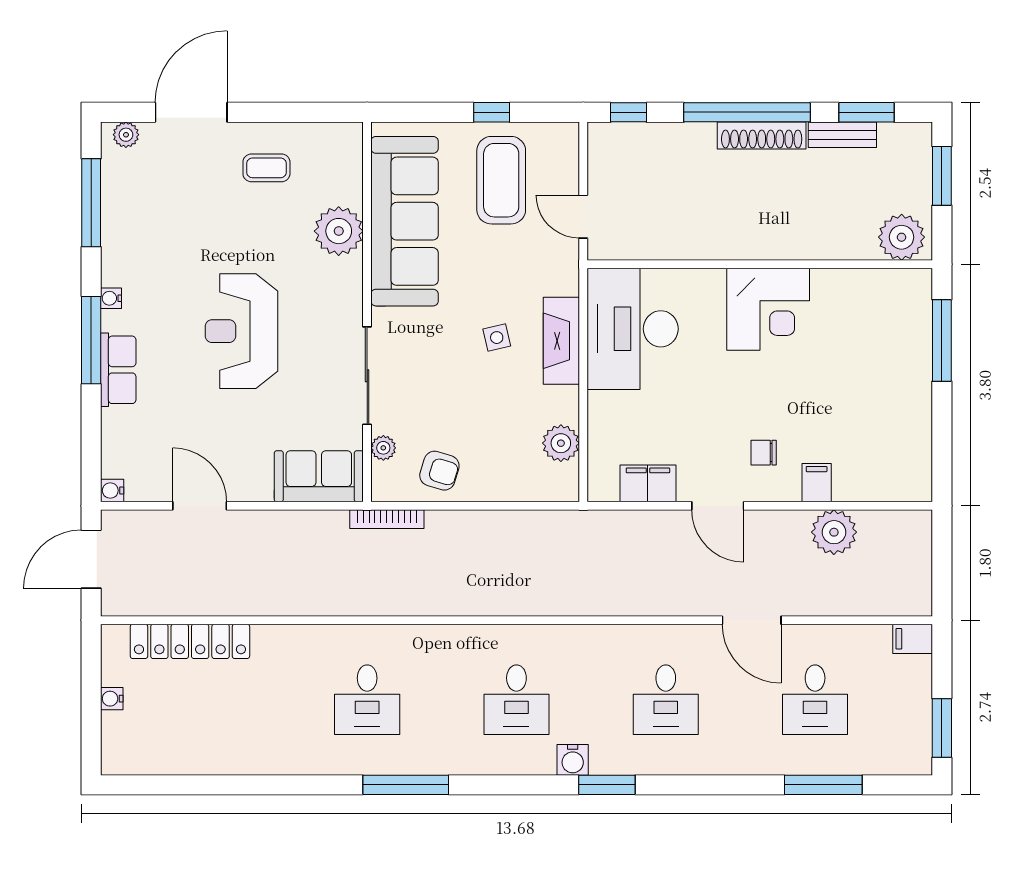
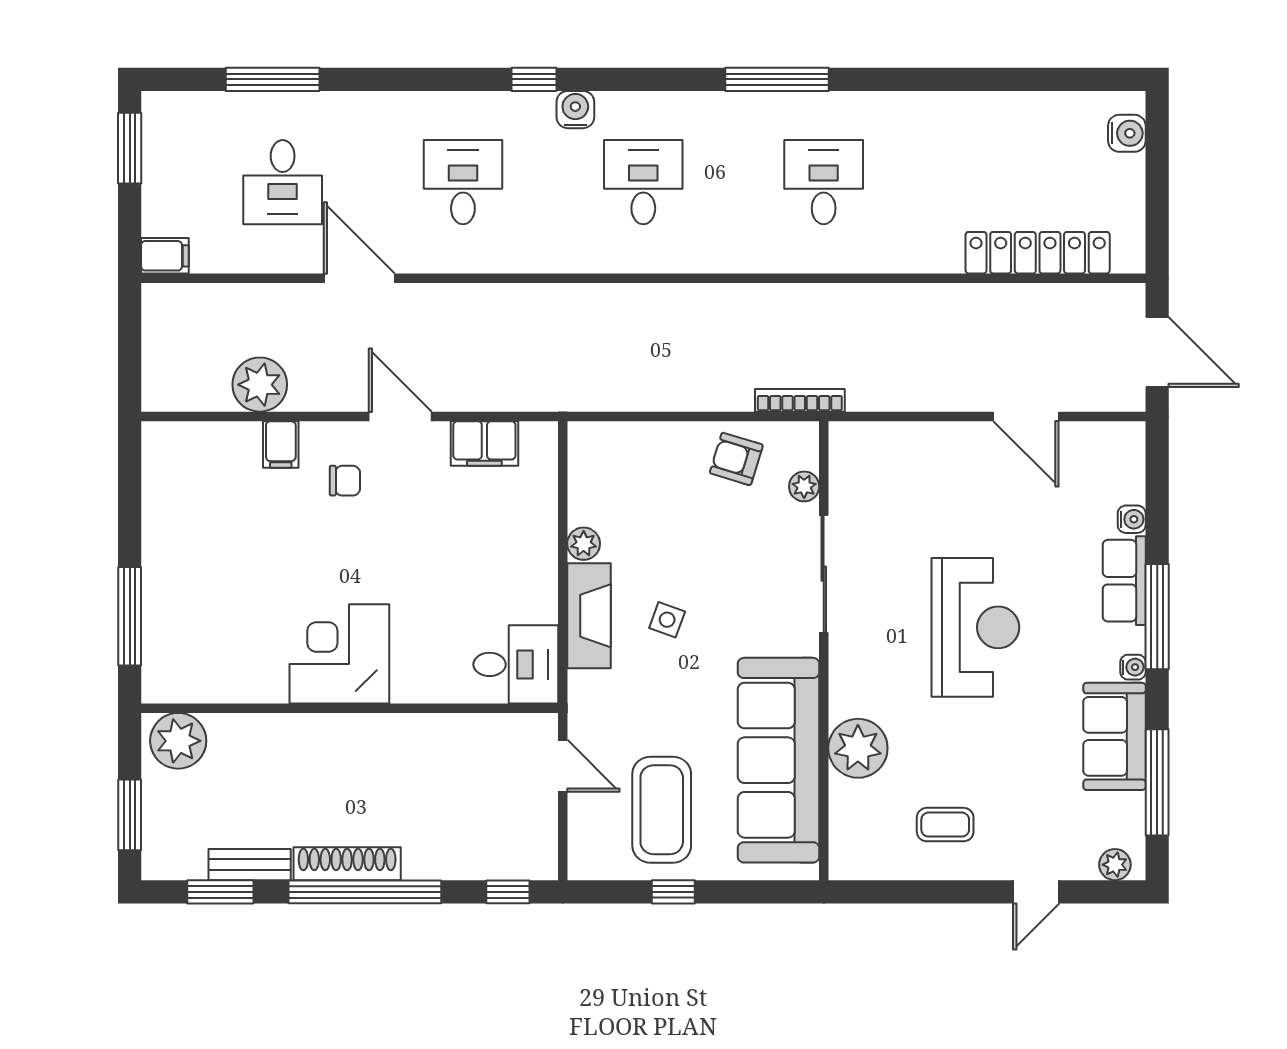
door: (191, 112) -> (1036, 892), width x0.53
desk: (633, 329) -> (516, 664), width x0.53, depth x0.77
side table: (497, 338) -> (667, 620), turned 33
plant: (561, 443) -> (584, 544), moved, width x0.73, depth x0.73
sofa: (319, 476) -> (1114, 736), moved, turned 90
water cooler: (112, 491) -> (1132, 519), moved
door: (91, 559) -> (1157, 352), hinge flipped
water cooler: (112, 699) -> (1127, 133), moved, width x1.38, depth x1.38
desk: (815, 700) -> (283, 182), turned 180
window: (607, 785) -> (534, 79), width x0.67

